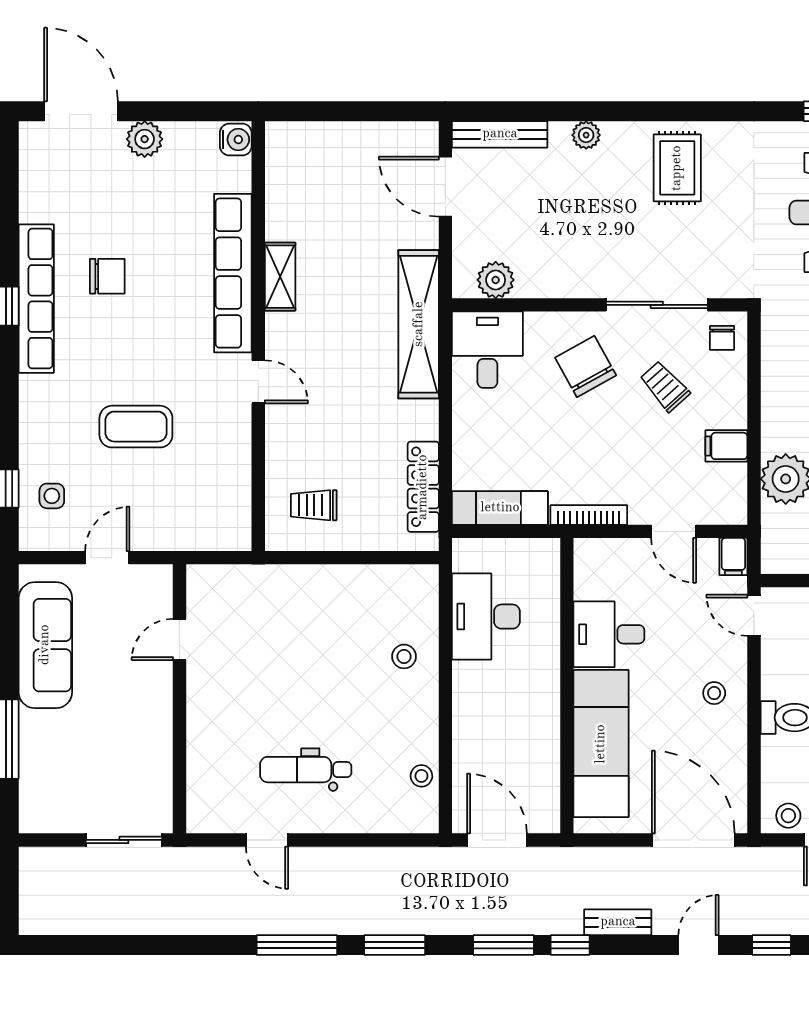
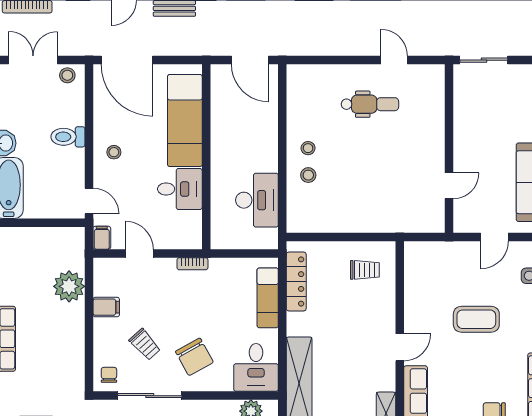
door: (258, 382) -> (400, 347), swing flipped
exam couch: (500, 508) -> (268, 298), moved, turned 90
bookcase: (589, 515) -> (192, 264), width x0.64
stool: (421, 776) -> (308, 148), moved

